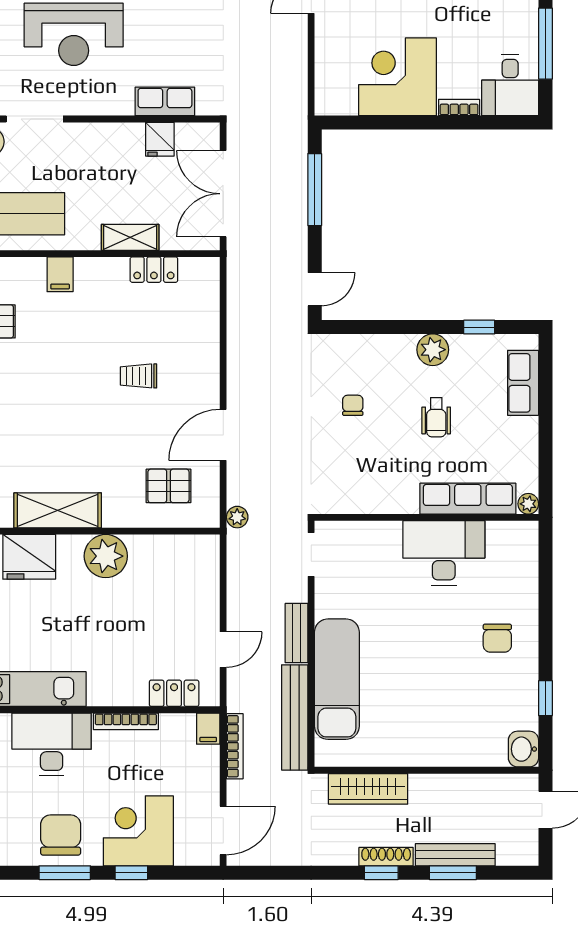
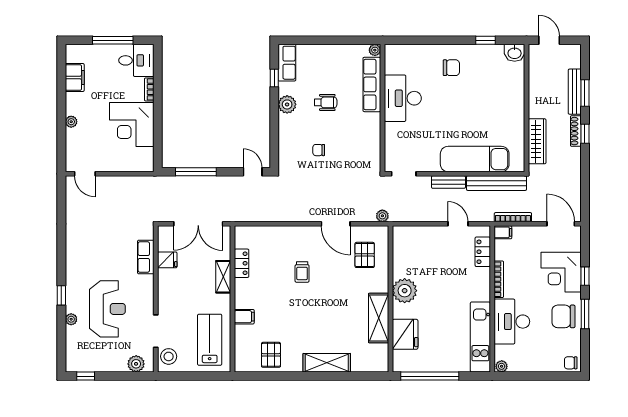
row of seats: (523, 383) -> (287, 63), moved, turned -90

